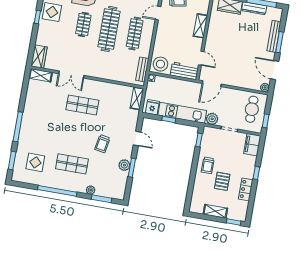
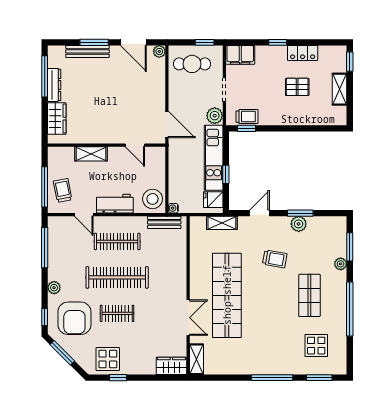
door: (201, 58) -> (135, 145), swing flipped
door: (275, 70) -> (133, 42), hinge flipped
workbench: (184, 71) -> (115, 204), moved, turned 90
shelving: (137, 98) -> (222, 223), moved
shop shelf: (82, 105) -> (227, 295), width x2.00, depth x1.36
trolley: (208, 165) -> (247, 117), moved

